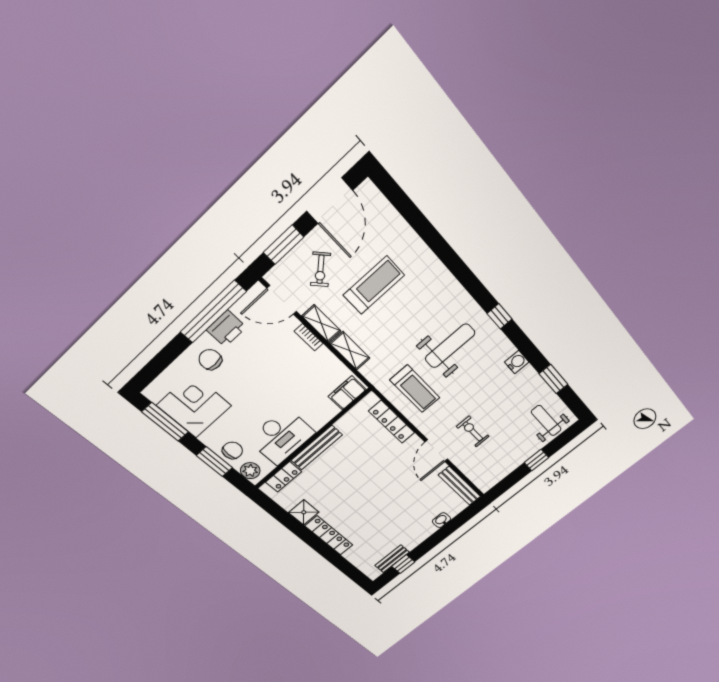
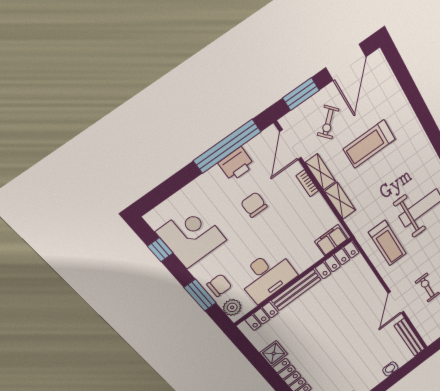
treadmill: (374, 285) -> (369, 144), turned 180
door: (282, 300) -> (290, 145), hinge flipped
chair: (210, 360) -> (254, 205), moved
window: (165, 422) -> (160, 250), width x0.46
locker: (392, 422) -> (337, 260), moved, turned -90

